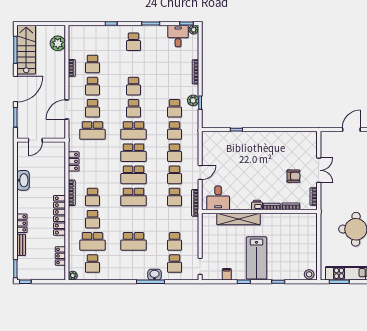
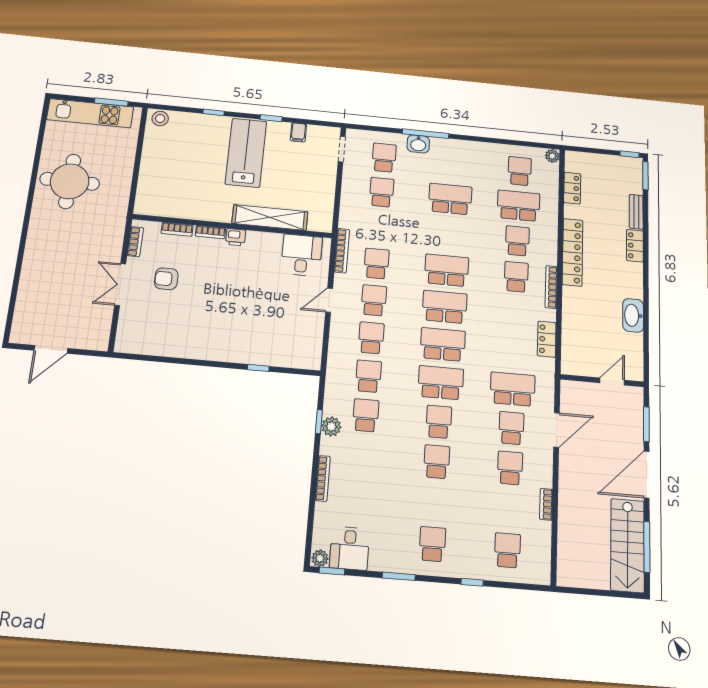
plant: (58, 43) -> (570, 552), removed
school desk: (92, 64) -> (507, 550), moved

